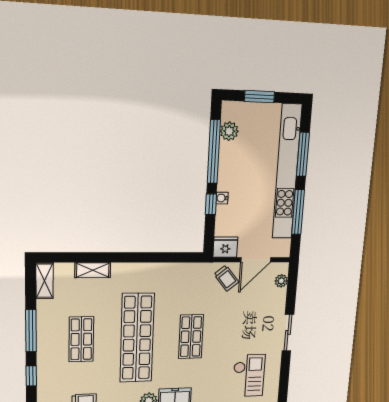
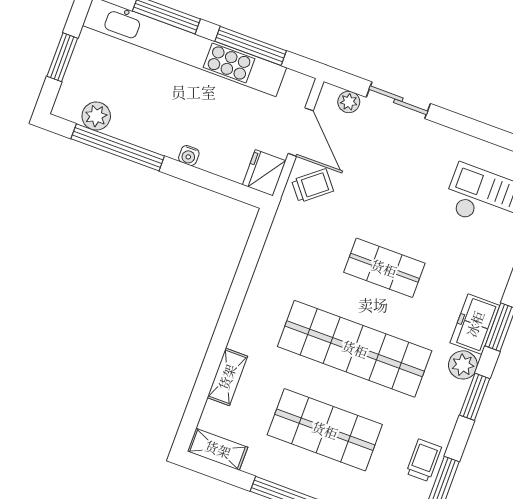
window: (211, 204) -> (192, 175), removed
sliding door: (288, 333) -> (398, 100), moved
shop shelf: (81, 339) -> (325, 430), width x1.43, depth x1.36

